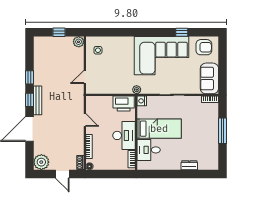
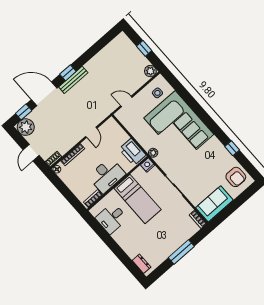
corner sofa: (161, 56) -> (179, 126), moved
window: (29, 77) -> (24, 112), moved
desk: (149, 150) -> (112, 218), moved, turned -90
dresser: (189, 165) -> (142, 264), moved

